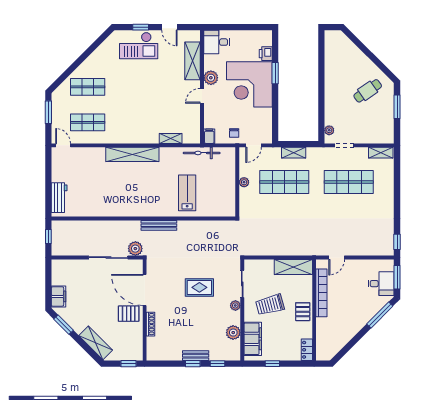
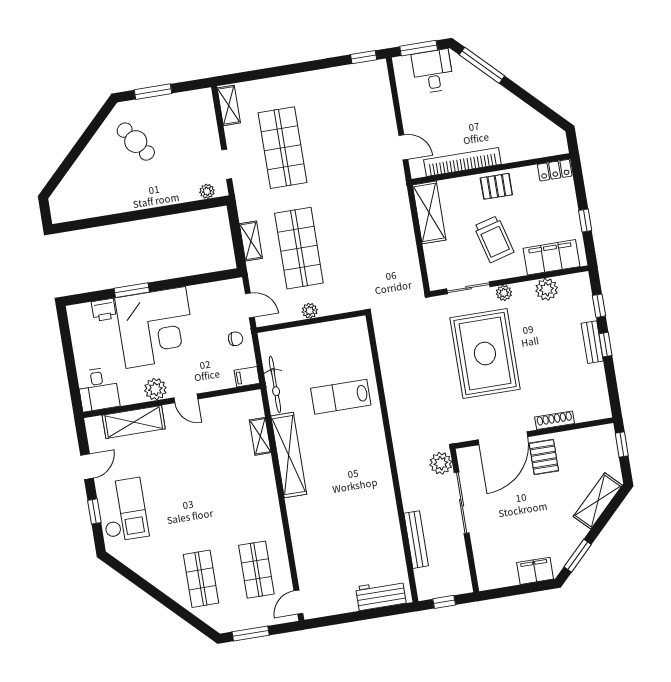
shelving: (132, 154) -> (289, 455), moved
bench: (159, 225) -> (416, 540), moved
rug: (199, 287) -> (485, 354), width x1.86, depth x2.06

